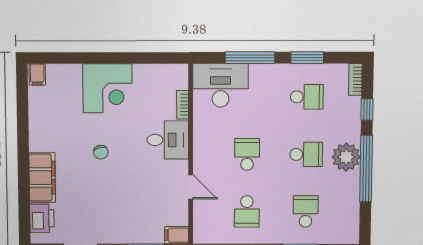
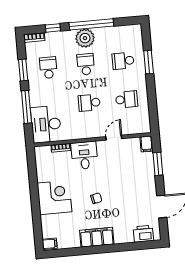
filing cabinet: (42, 178) -> (97, 237), moved

